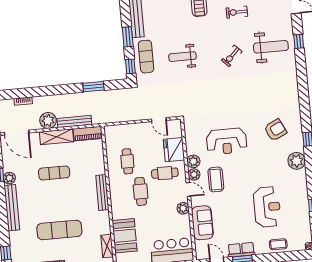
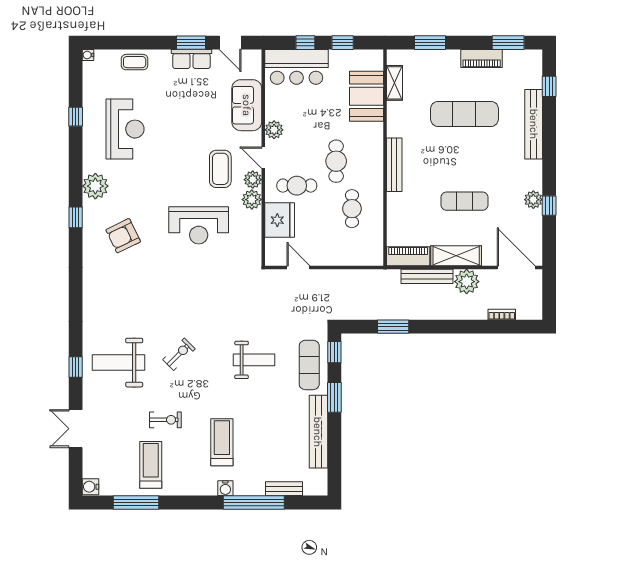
reception desk: (227, 141) -> (199, 225), turned 180
reception desk: (267, 207) -> (125, 129), moved, turned 180
bench: (12, 208) -> (534, 124), moved

